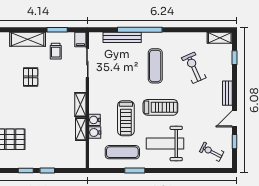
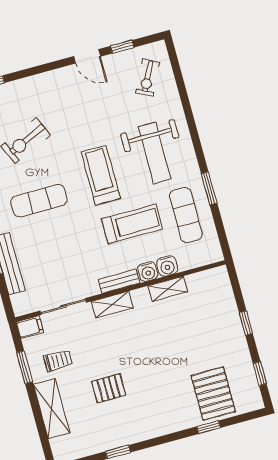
bench: (227, 93) -> (119, 281), moved
shelving: (80, 105) -> (112, 305), moved
window: (26, 171) -> (260, 374), moved

